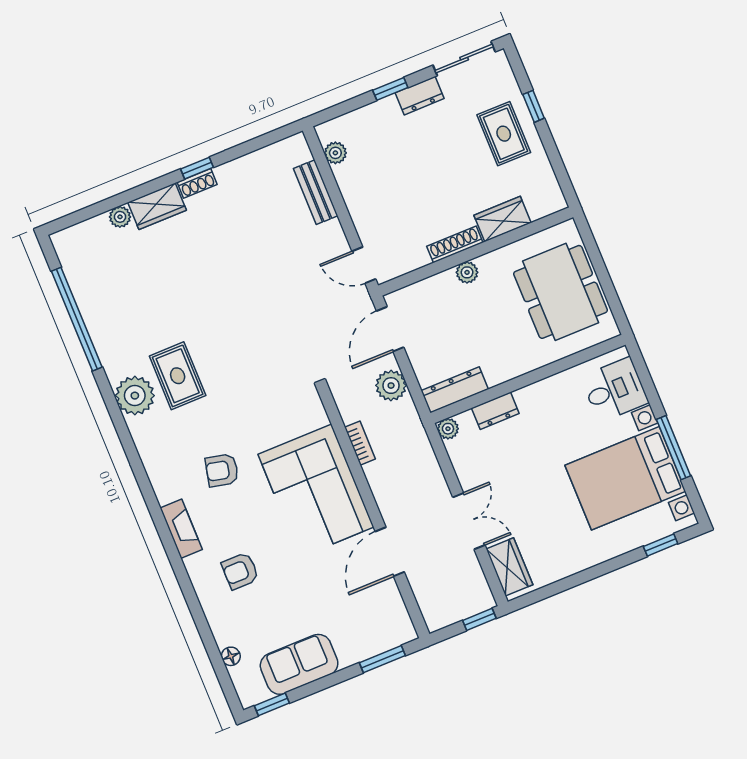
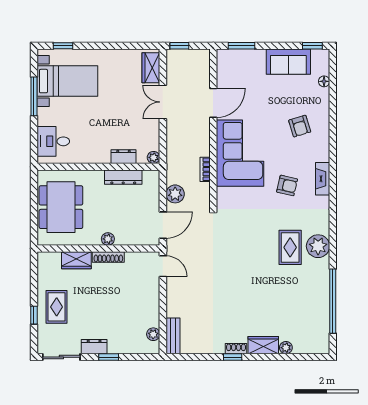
bench: (316, 192) -> (173, 336), moved
dresser: (455, 390) -> (123, 177), moved
bed with nightstands: (625, 478) -> (67, 81), width x0.73
fireplace: (181, 529) -> (323, 179), moved
armchair: (240, 571) -> (300, 126), turned 73

